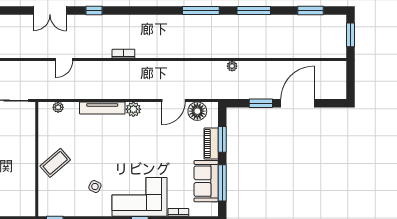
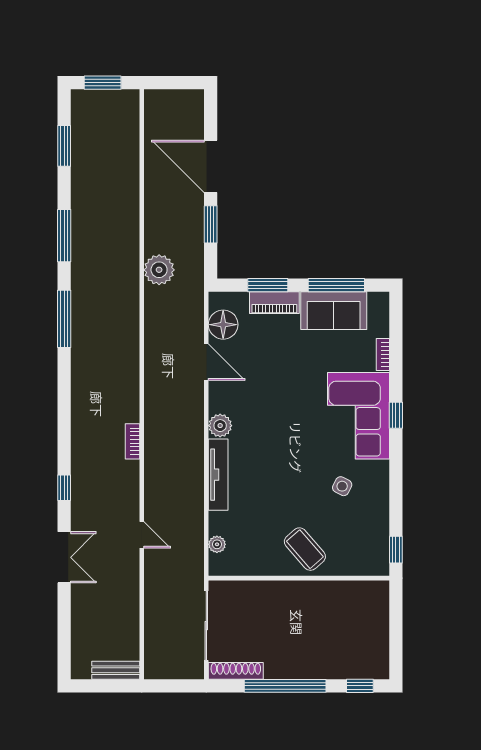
plant: (232, 66) -> (159, 270), width x1.87, depth x1.87

